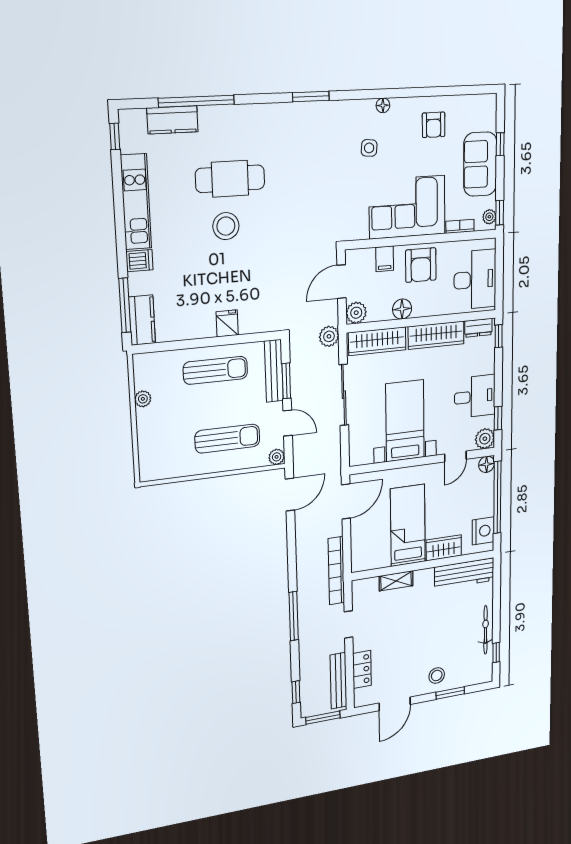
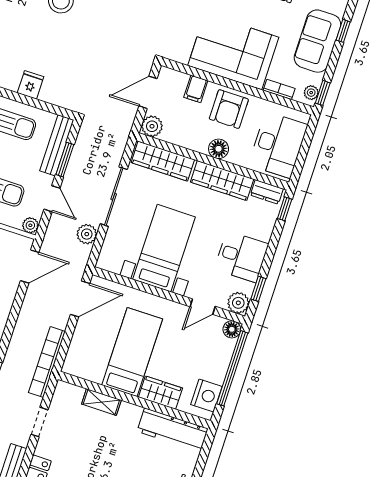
floor lamp: (402, 309) -> (219, 149), moved
plant: (329, 336) -> (87, 234), moved

